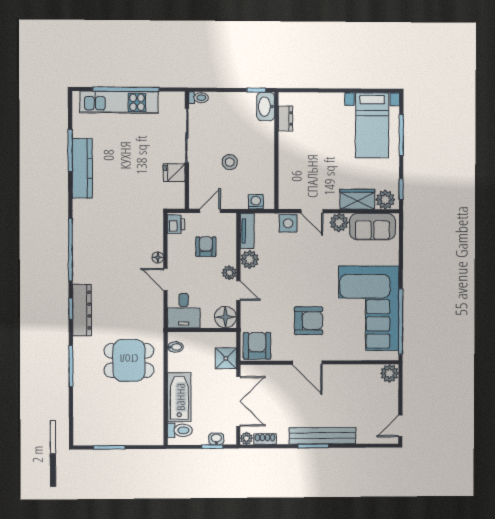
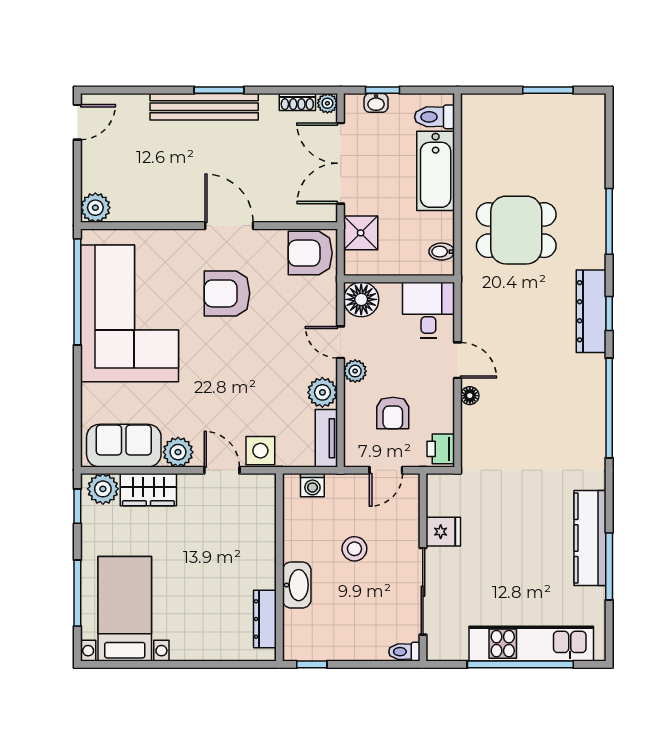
washbasin: (266, 107) -> (297, 585), moved
dresser: (285, 119) -> (265, 619), width x1.44
armchair: (257, 346) -> (310, 253), turned 90

